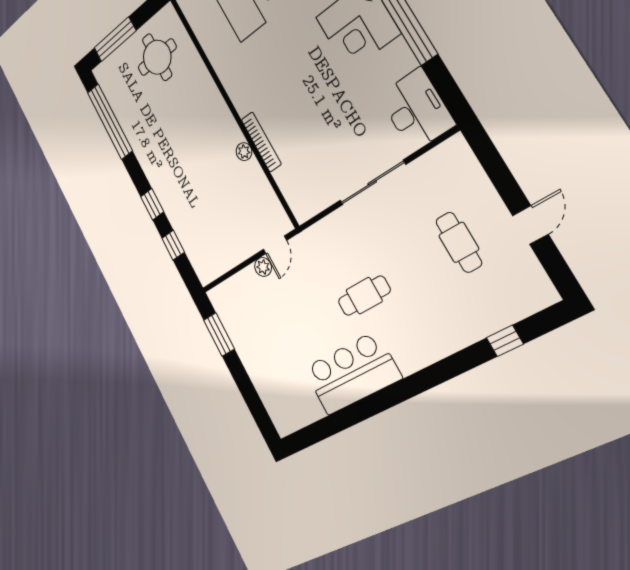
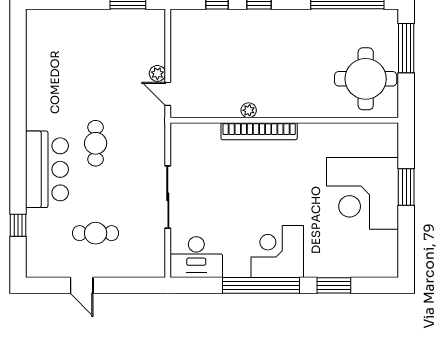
round table: (157, 57) -> (366, 79), width x1.36, depth x1.36
bookcase: (261, 142) -> (259, 131), width x1.48, depth x1.31
bar counter: (352, 373) -> (47, 169), moved

